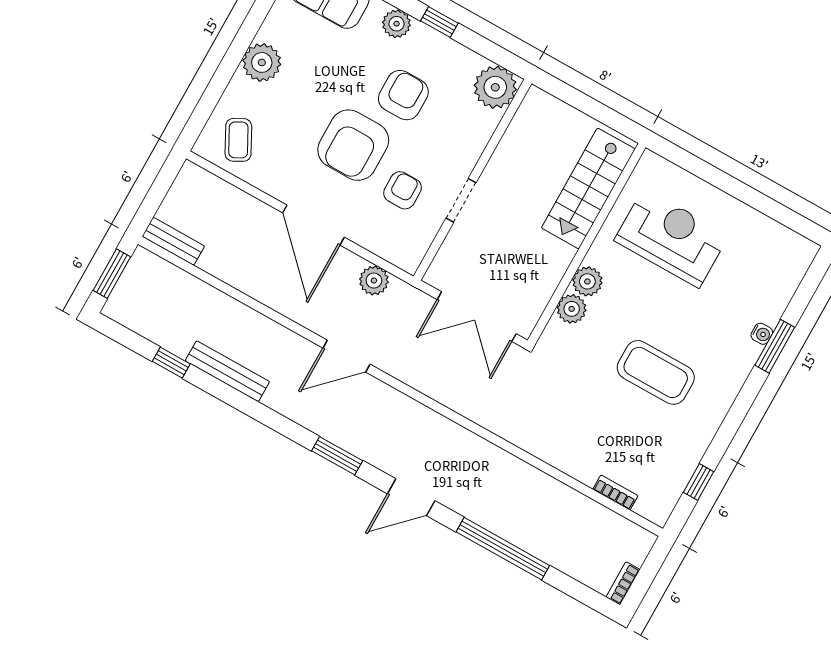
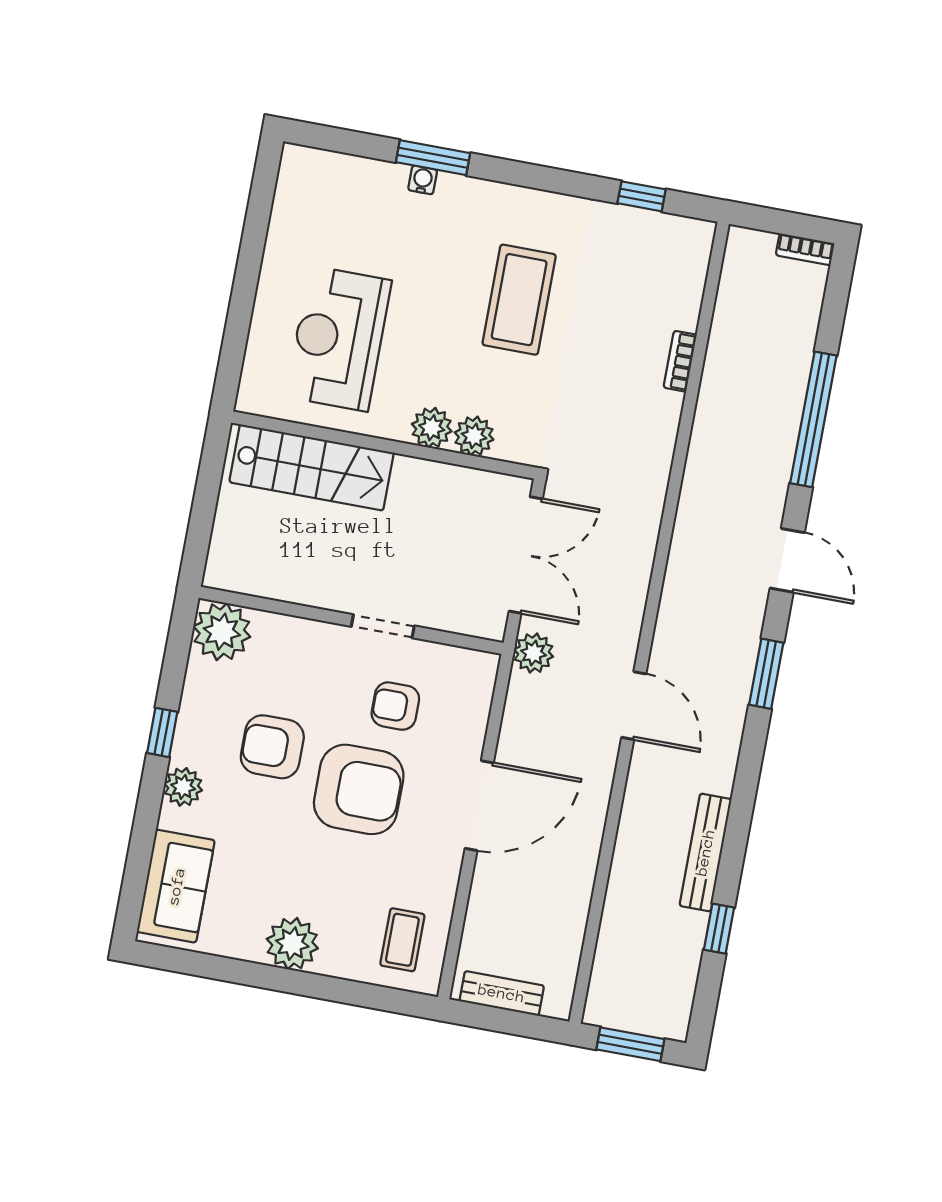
coffee table: (238, 140) -> (402, 940), turned -62
bench: (173, 241) -> (502, 993), moved, turned 90
plant: (374, 281) -> (534, 653), moved
bookcase: (615, 493) -> (680, 361), moved

